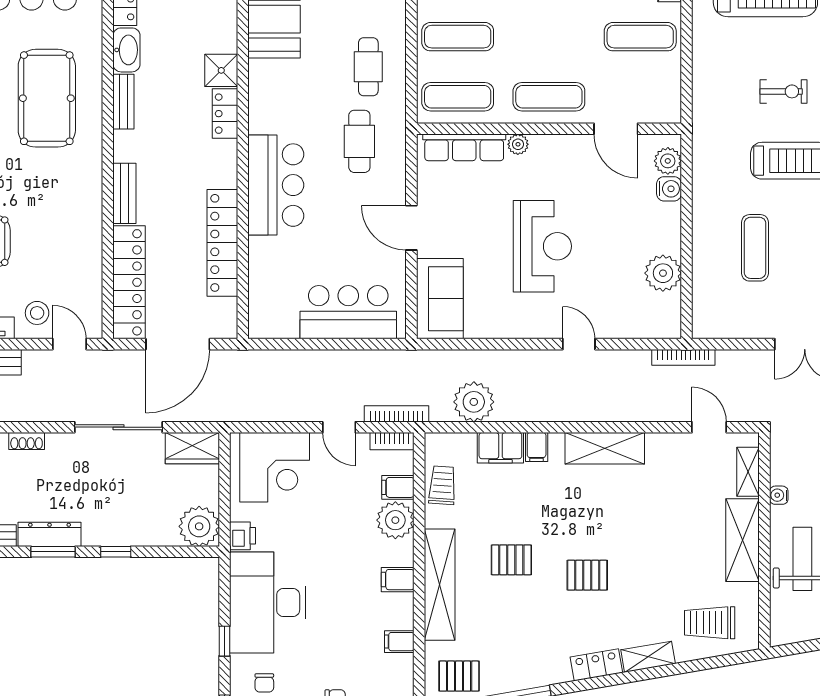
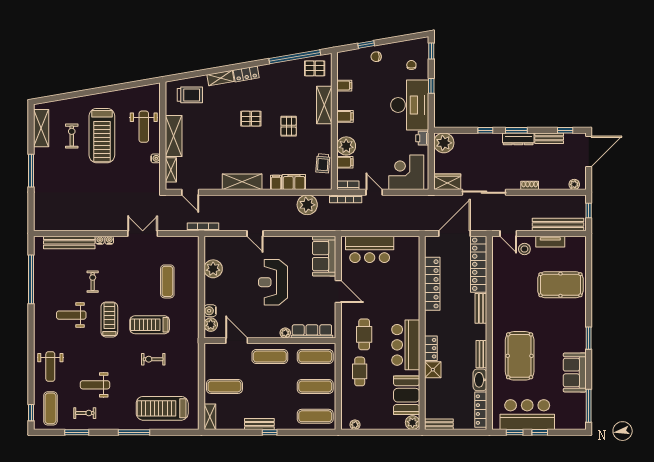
bar counter: (276, 185) -> (406, 345), moved
pallet: (511, 560) -> (289, 126), turned 90
shelving: (440, 585) -> (324, 105), width x0.68

